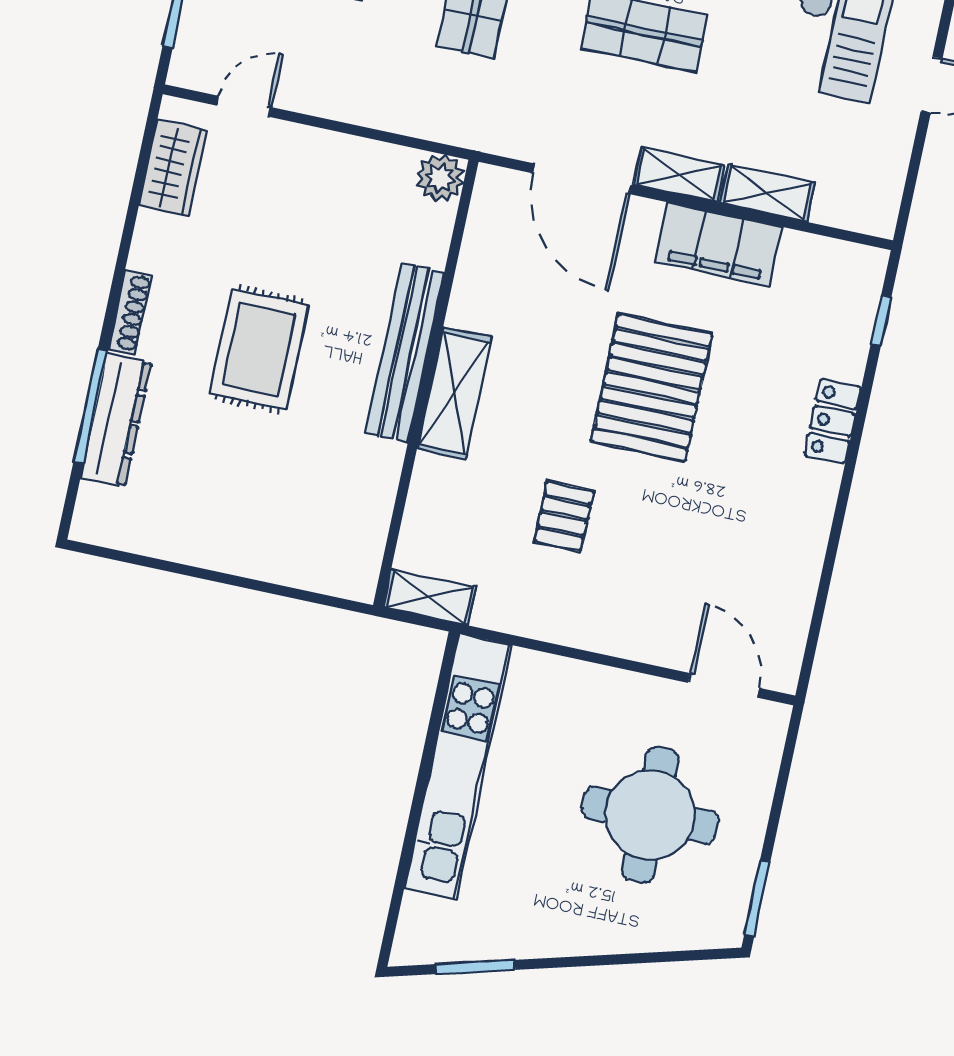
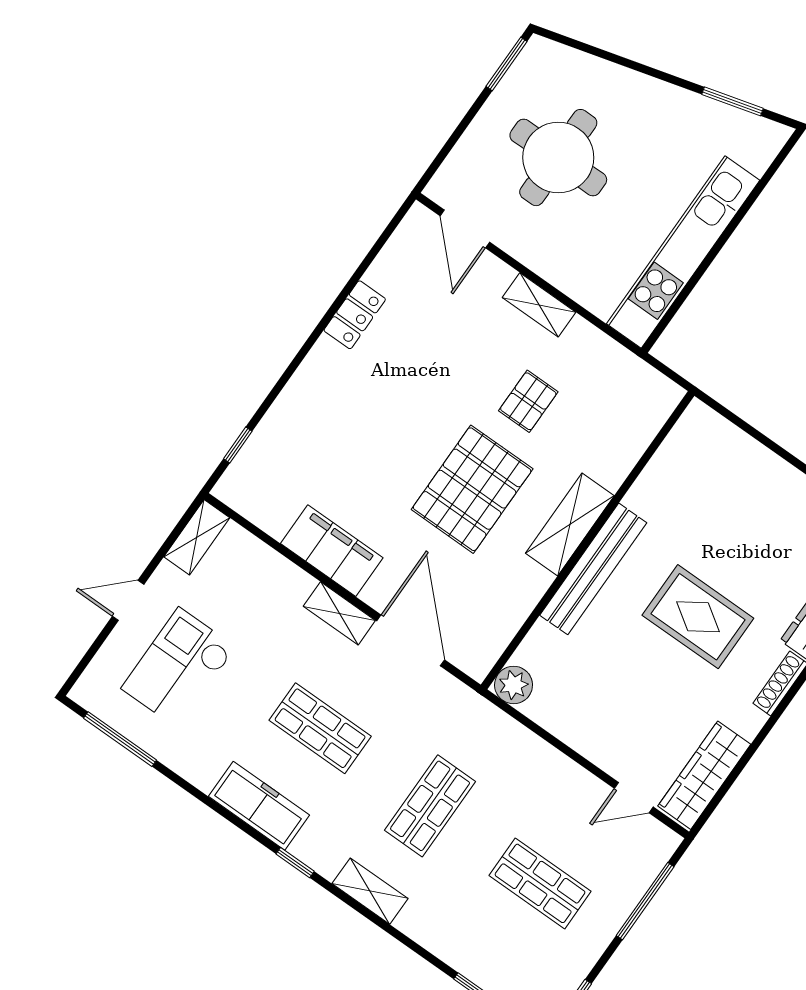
wardrobe: (173, 168) -> (704, 775), width x1.50
shelving: (767, 193) -> (197, 537), moved, turned 90
rug: (259, 349) -> (698, 617), turned 90
pallet: (652, 388) -> (472, 489), moved
locker: (833, 421) -> (355, 315), moved
shelving: (429, 597) -> (539, 305), moved

